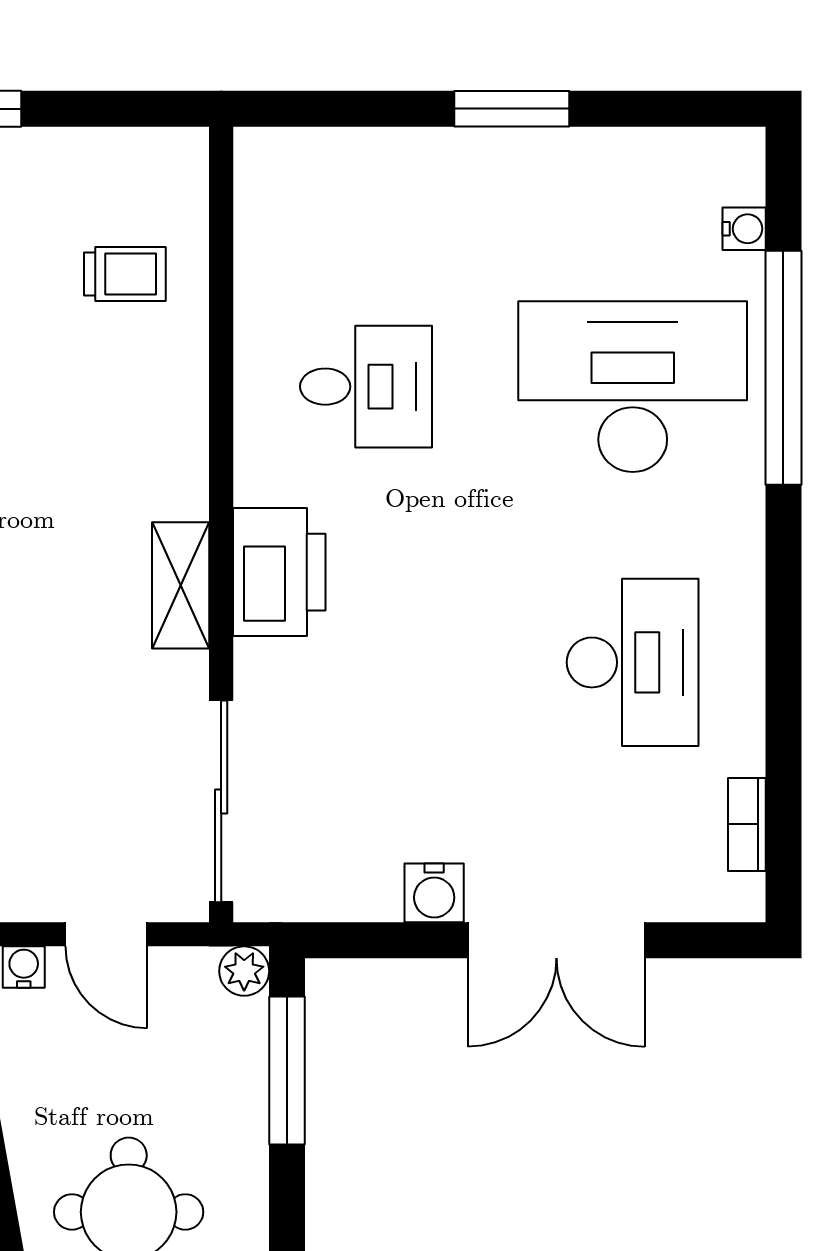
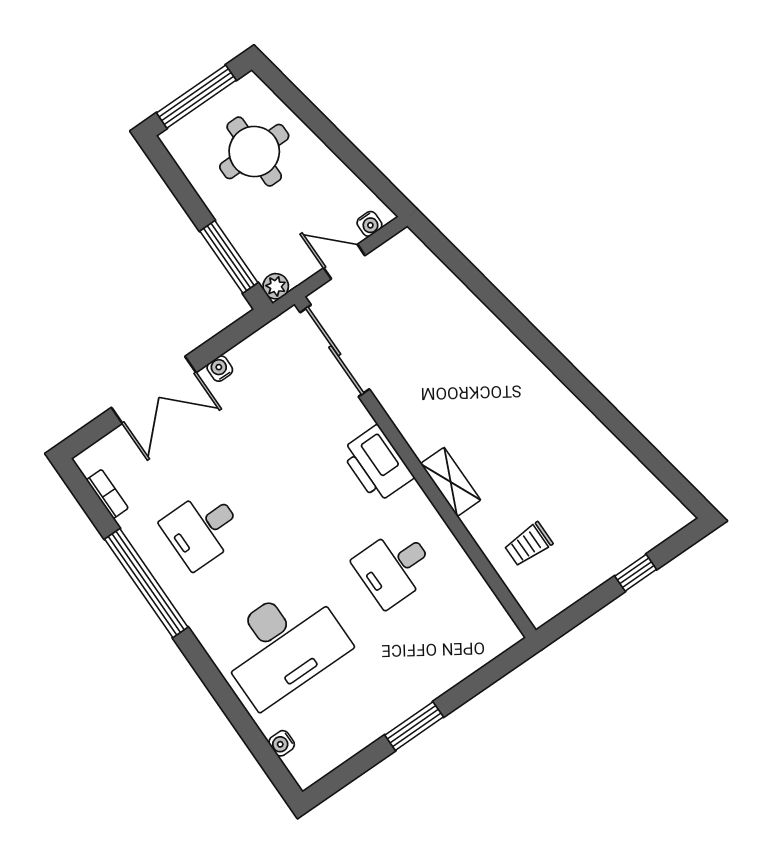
window: (783, 368) -> (146, 583), moved
shelving: (181, 585) -> (451, 482), moved
desk: (633, 662) -> (202, 529), width x0.73
water cooler: (434, 893) -> (220, 369), width x0.72, depth x0.72
double door: (556, 940) -> (154, 390), swing flipped

